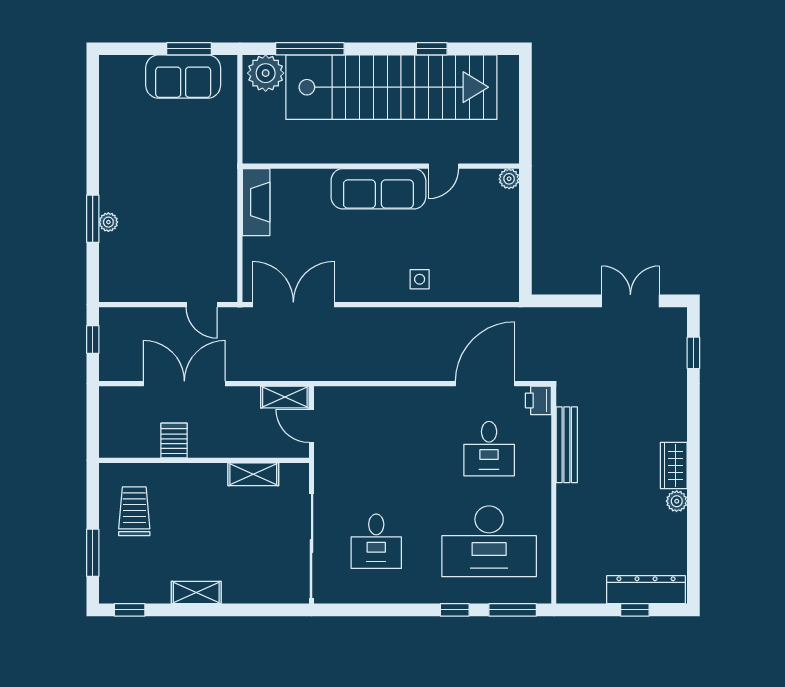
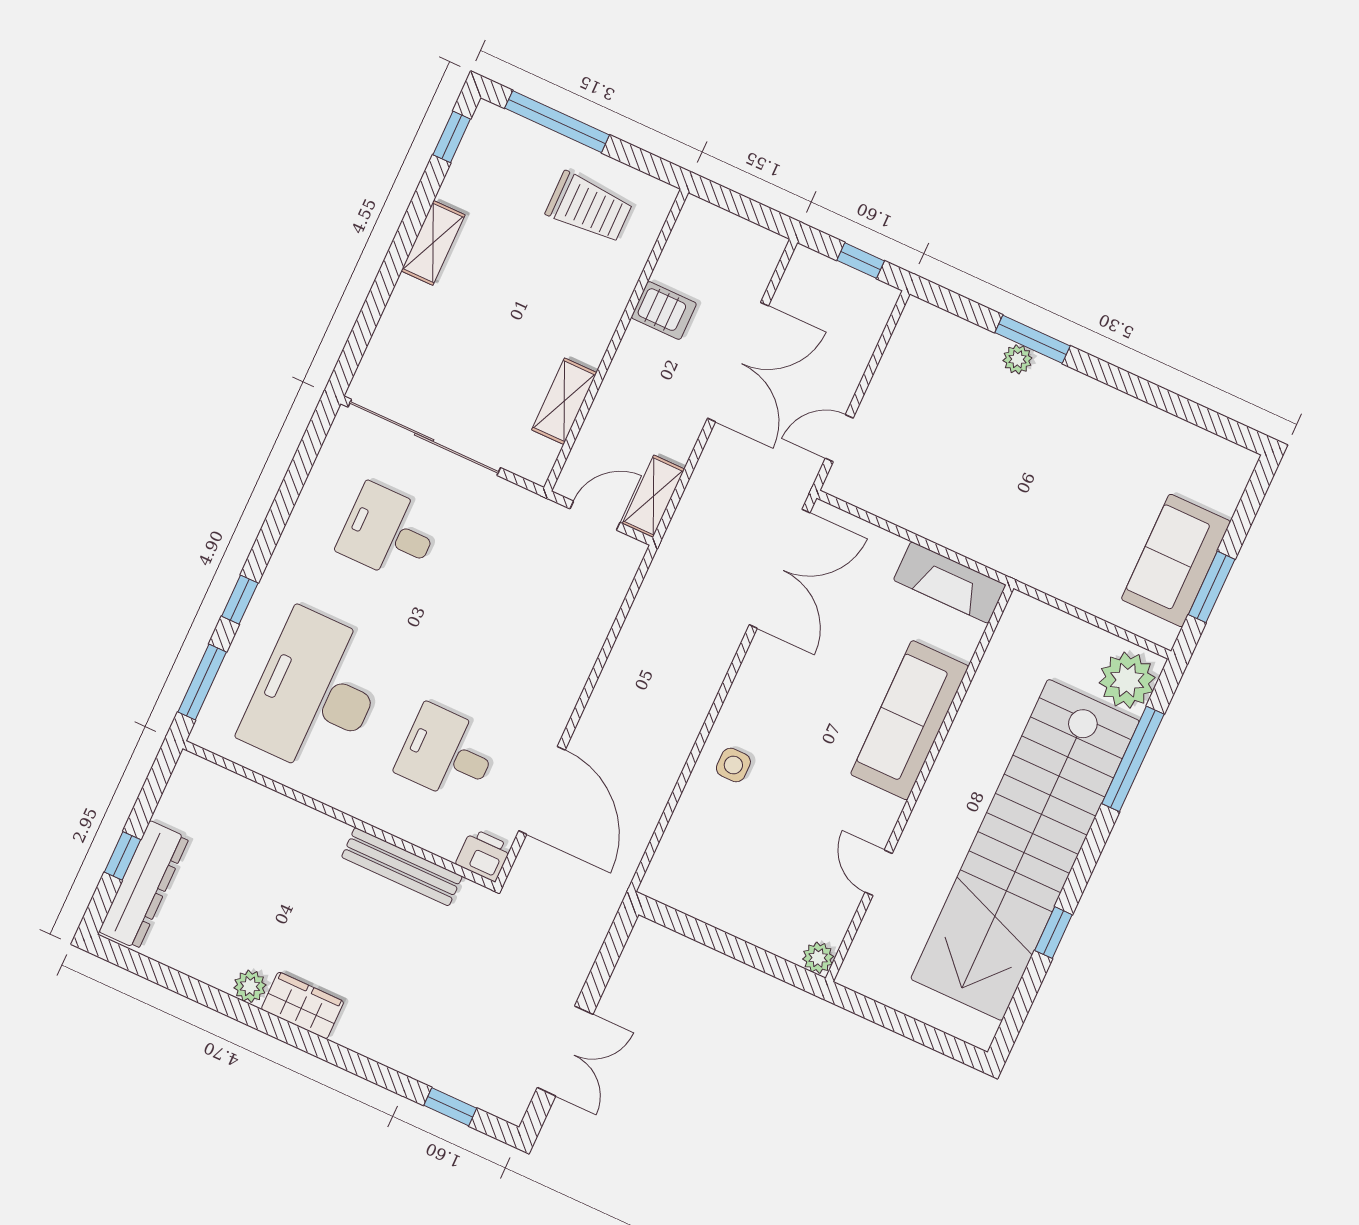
sofa: (378, 189) -> (910, 720), moved
window: (93, 553) -> (557, 122), width x1.44

